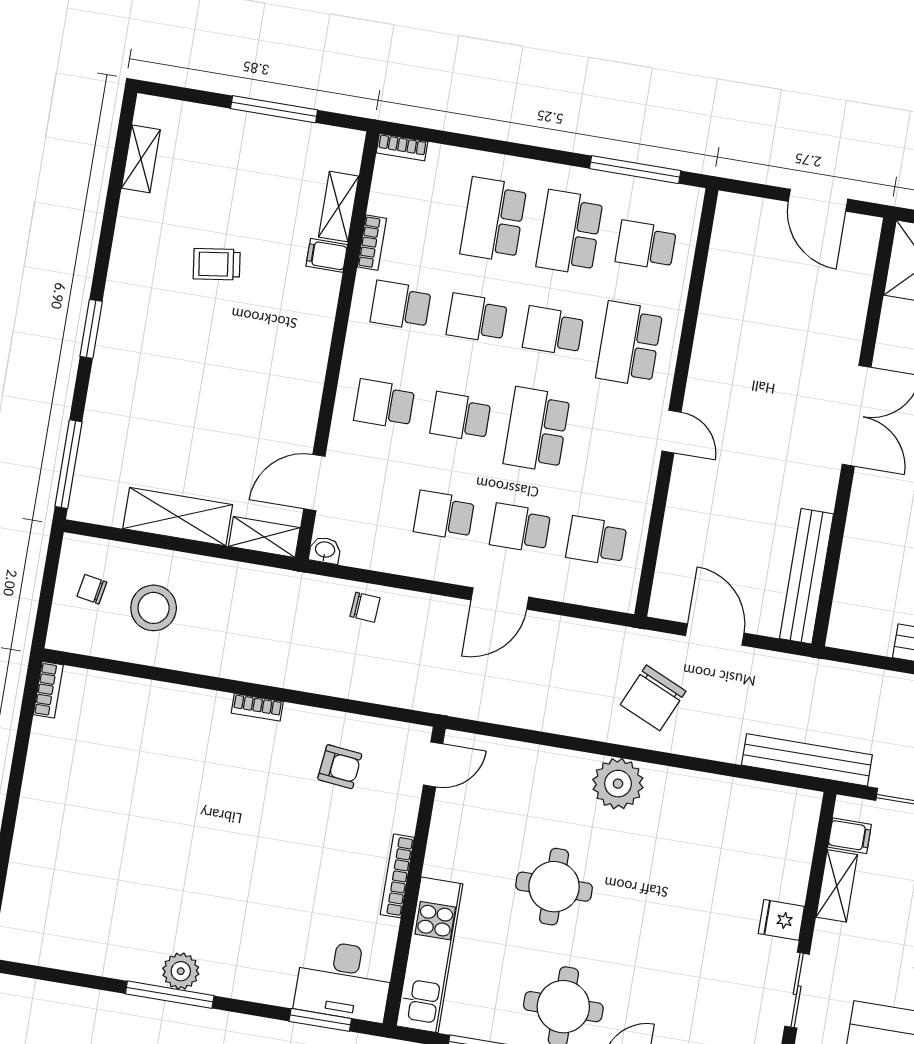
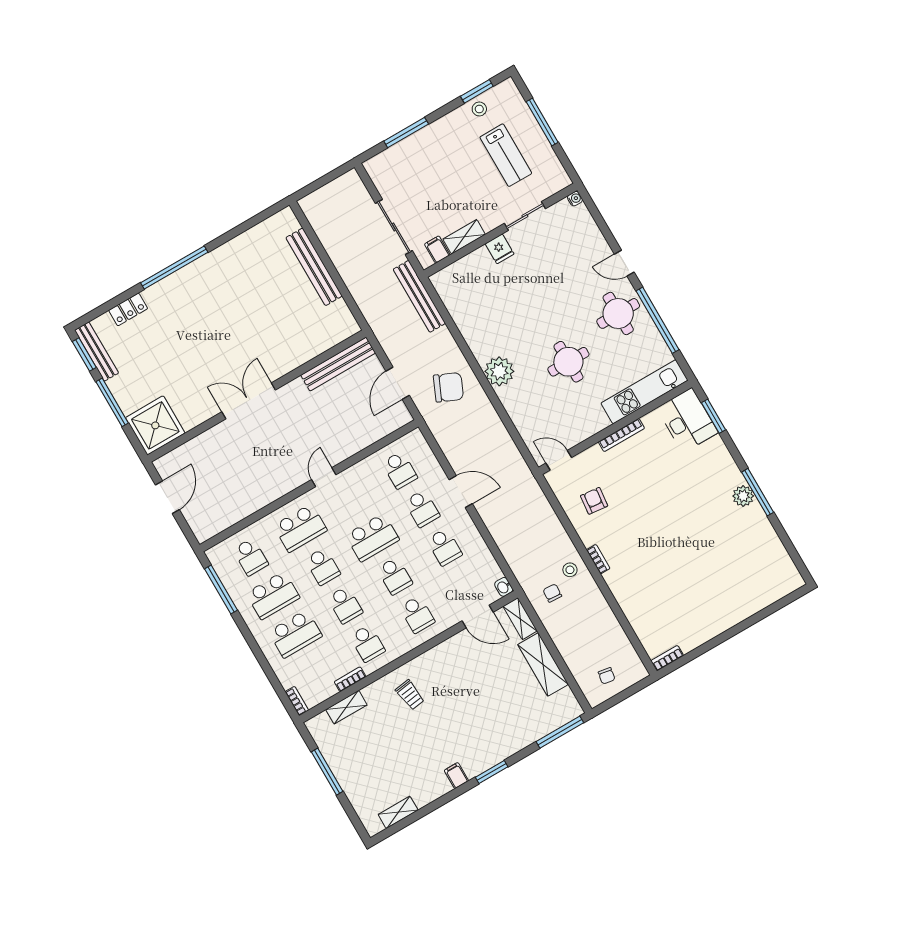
filing cabinet: (327, 255) -> (456, 776), moved, turned 180
trolley: (217, 264) -> (410, 695), moved
chair: (365, 607) -> (552, 593), moved
stool: (154, 608) -> (570, 570), moved, width x0.53, depth x0.53

